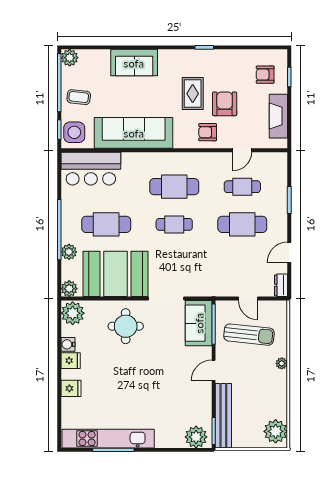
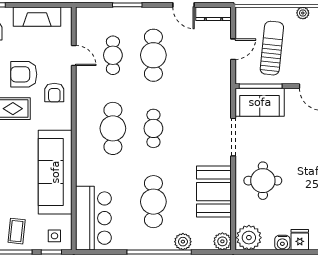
side table: (74, 132) -> (54, 236), width x0.54, depth x0.54
booth: (116, 274) -> (214, 192), width x0.73, depth x0.70
dresser: (281, 285) -> (214, 14), width x1.44

